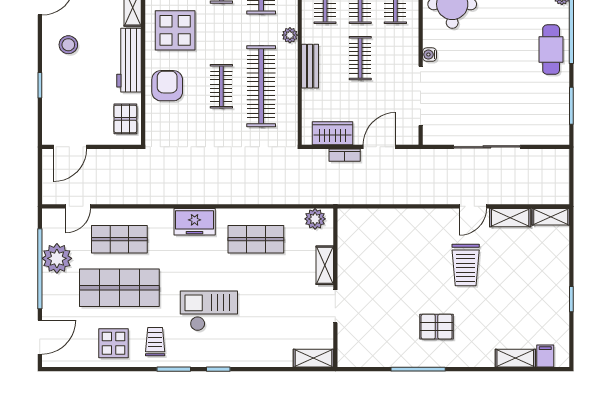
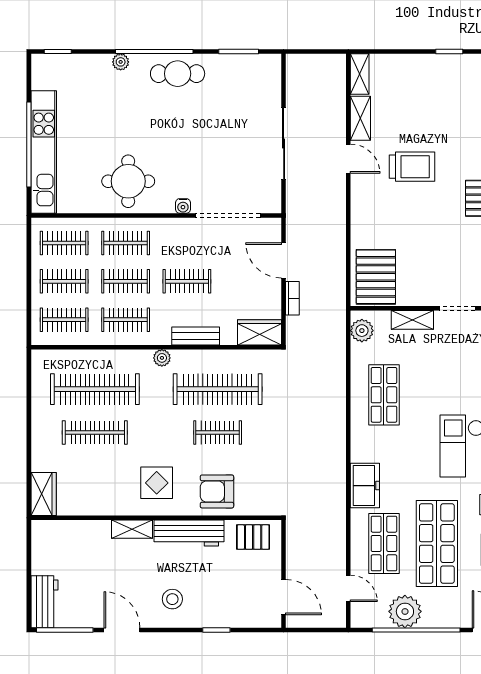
display table: (175, 30) -> (157, 483), width x0.73, depth x0.73
wardrobe: (332, 133) -> (260, 332), moved, turned 90
freezer: (195, 222) -> (365, 486), moved
pallet: (364, 232) -> (376, 277), added

